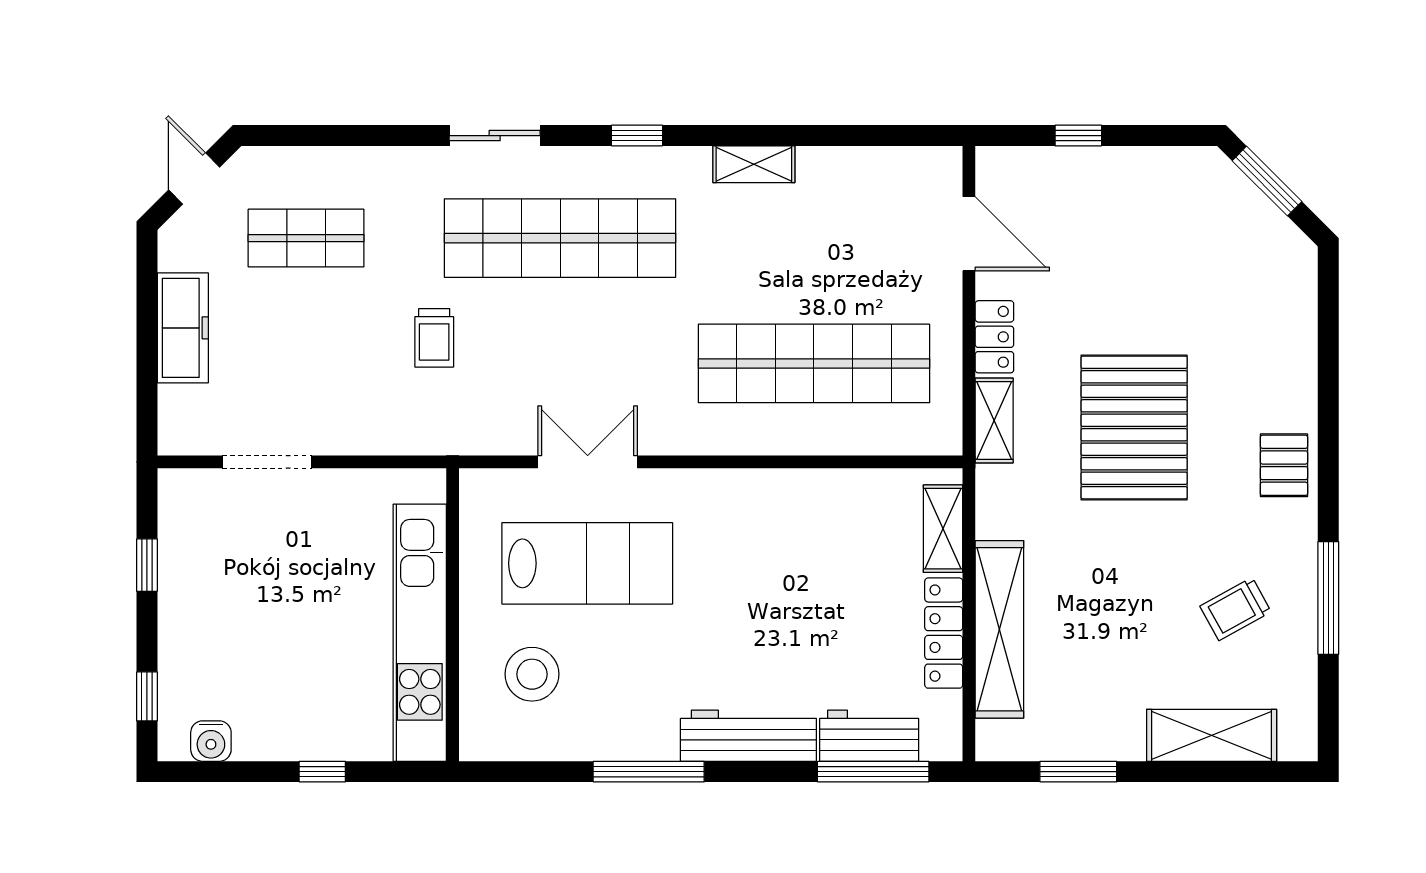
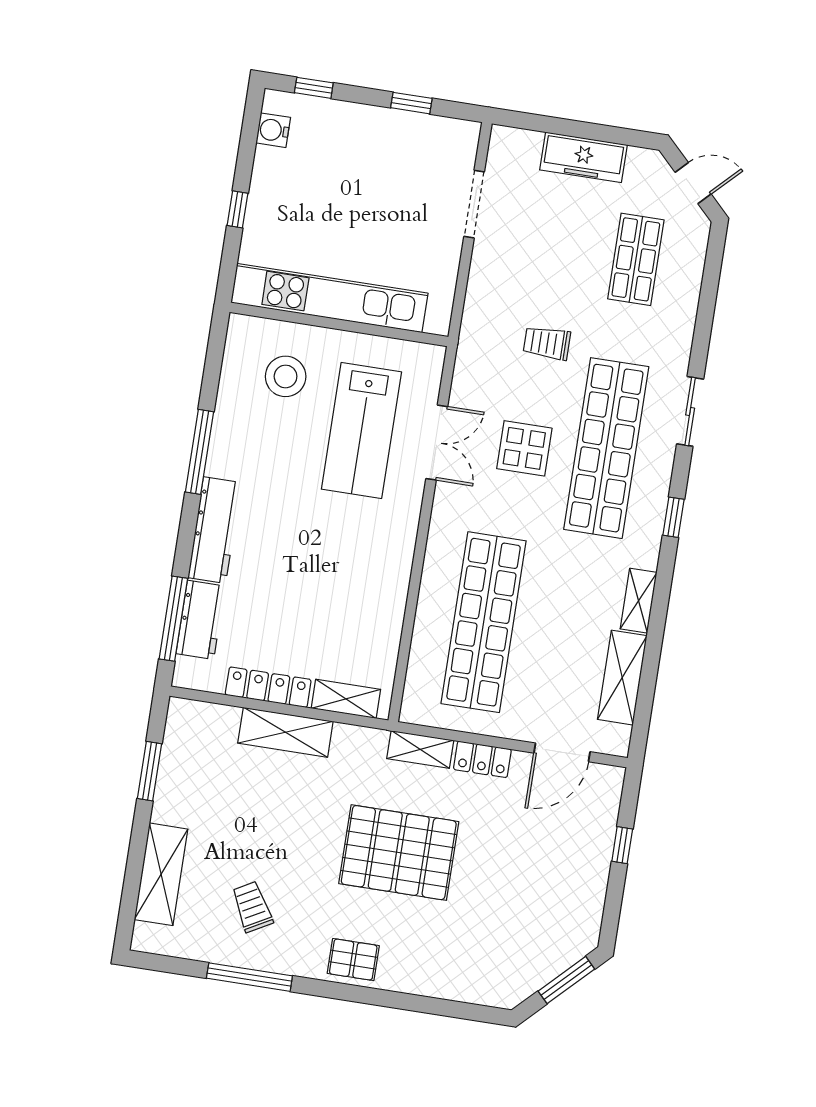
shelving: (858, 170) -> (622, 678), added
display table: (577, 346) -> (524, 448), added
shelving: (999, 629) -> (285, 732), width x0.68

